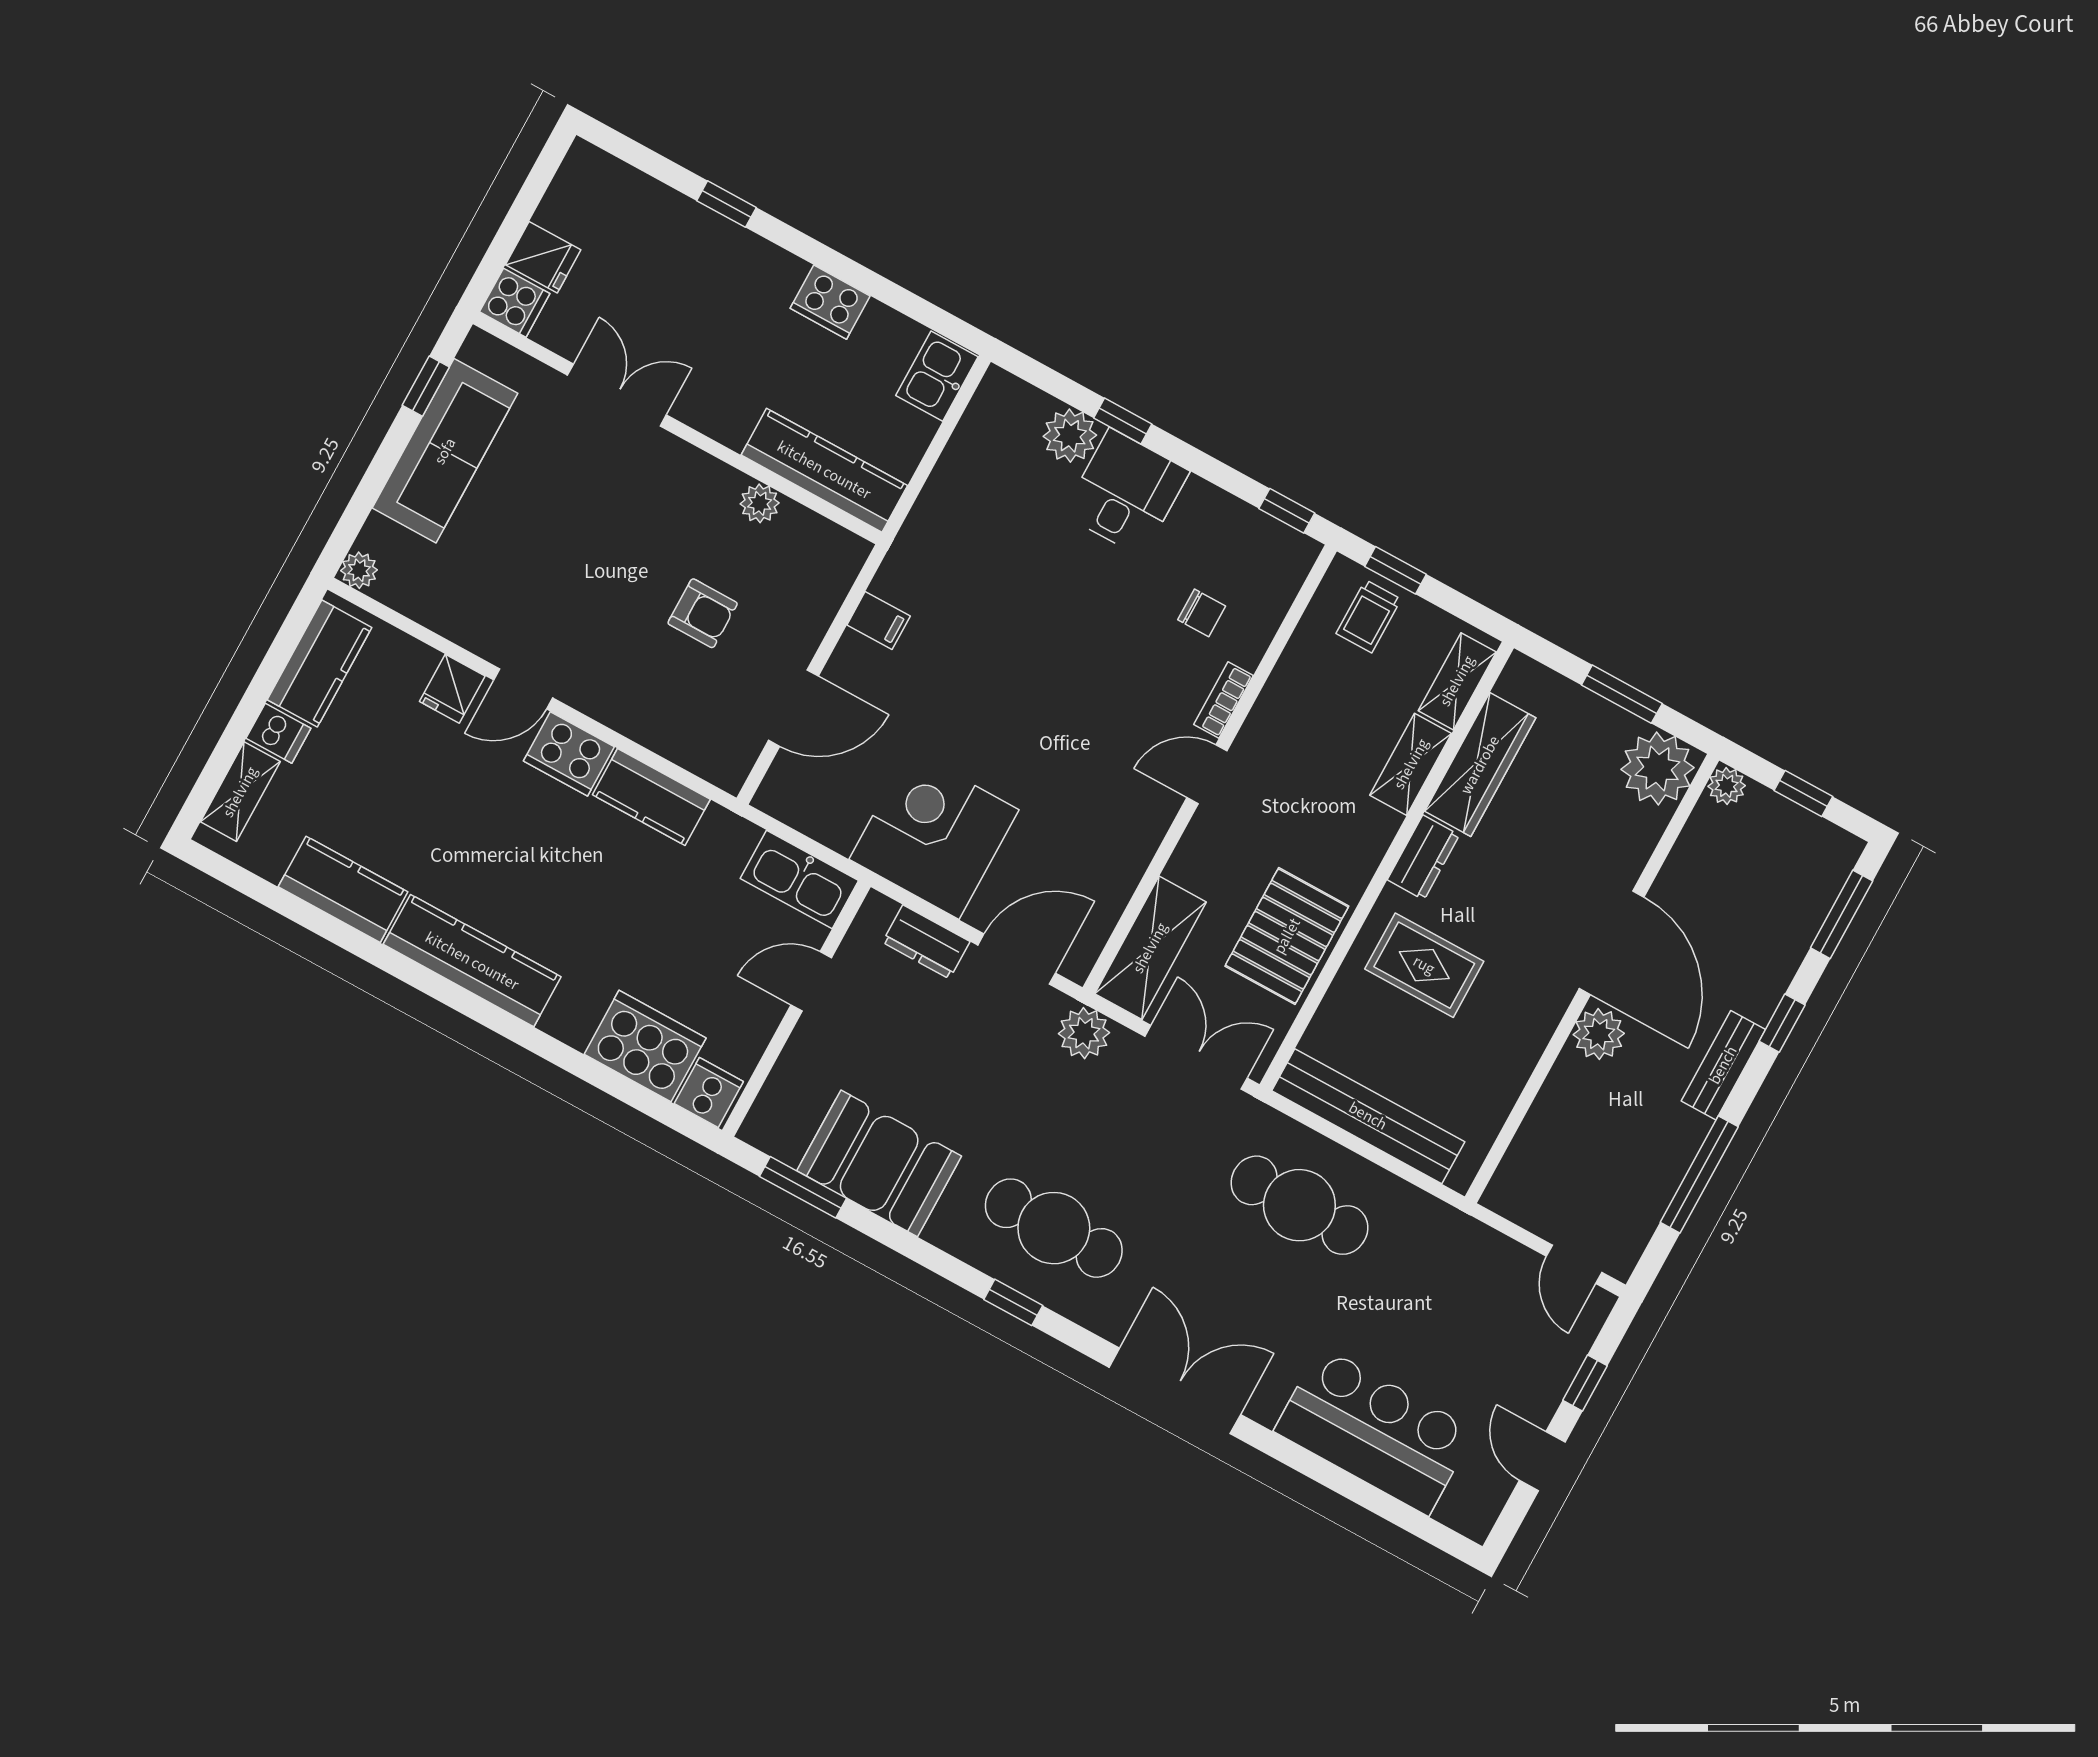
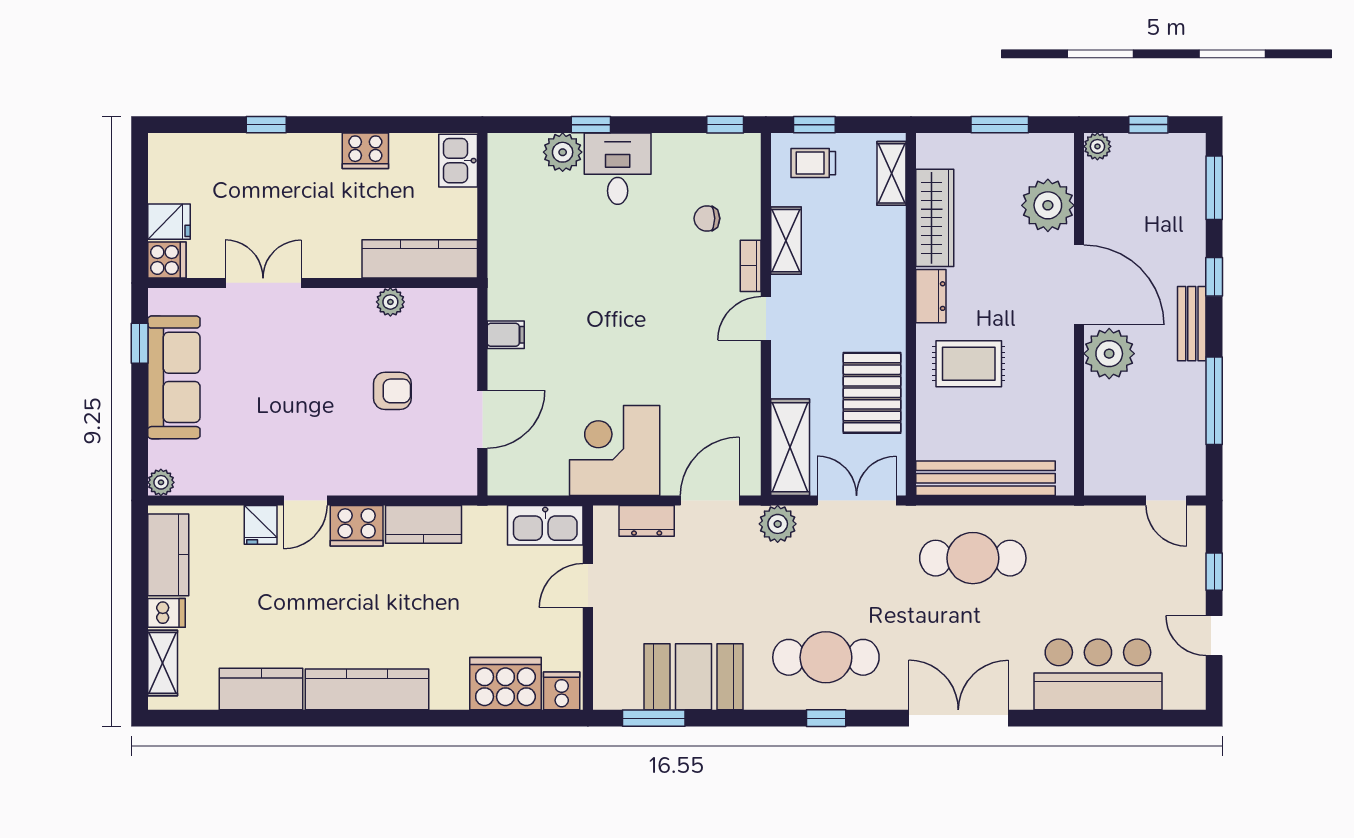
chair: (1202, 613) -> (707, 218), turned 180
trolley: (1369, 616) -> (813, 163), turned 90
shelving: (1411, 764) -> (786, 241), moved
plant: (1657, 768) -> (1048, 205), moved
plant: (1599, 1034) -> (1109, 354), width x1.36, depth x1.36

